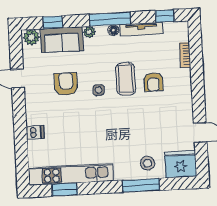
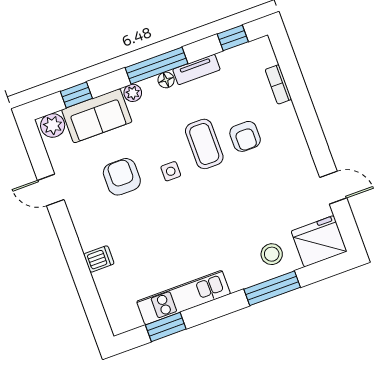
tv unit: (141, 29) -> (196, 69), width x0.71
kitchen unit: (71, 175) -> (184, 298), width x0.73

